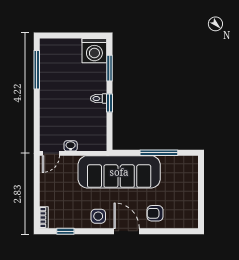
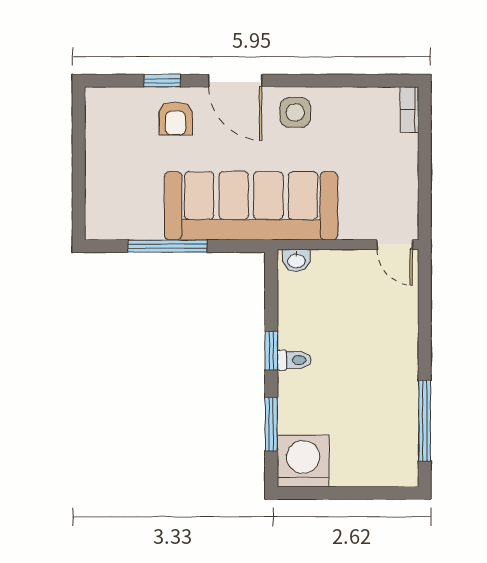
washbasin: (71, 146) -> (296, 260), moved
door: (51, 153) -> (395, 245), swing flipped
armchair: (155, 213) -> (176, 118), turned 90
window: (65, 231) -> (162, 81), moved

